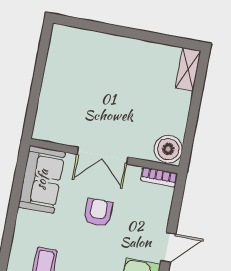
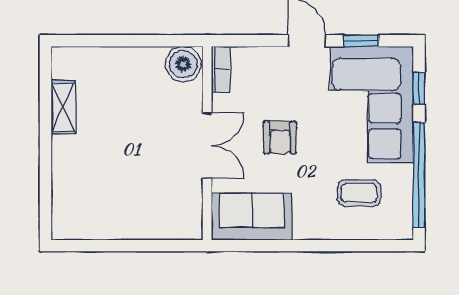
shelving: (188, 69) -> (63, 107), moved, turned 90
armchair: (98, 213) -> (280, 137), turned -90

